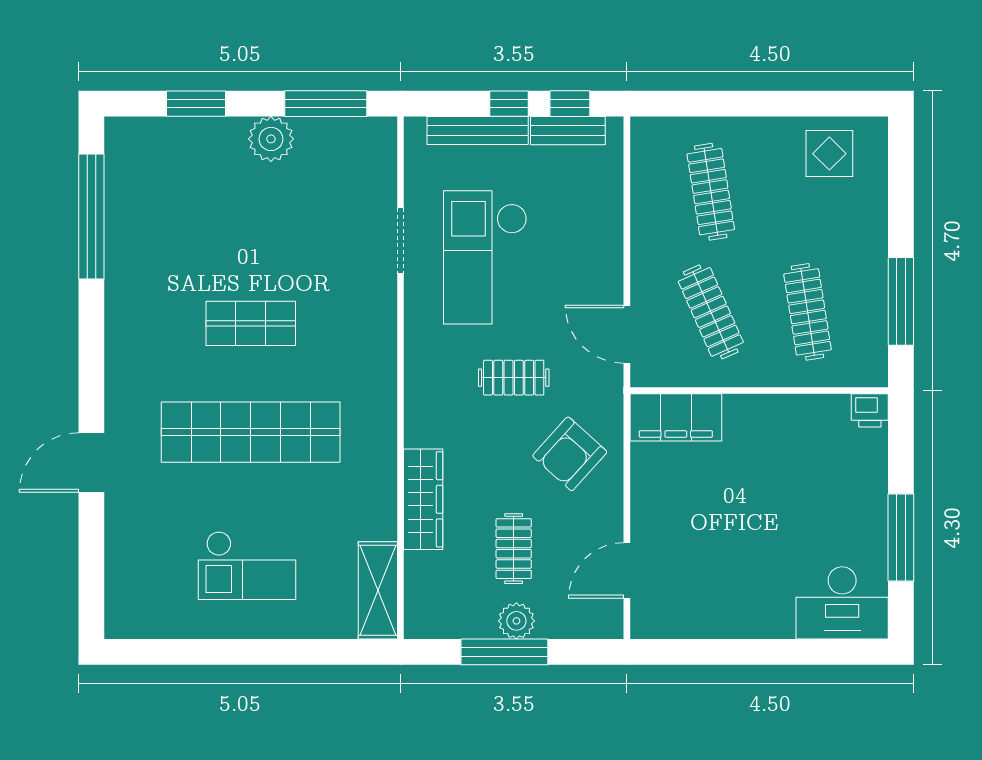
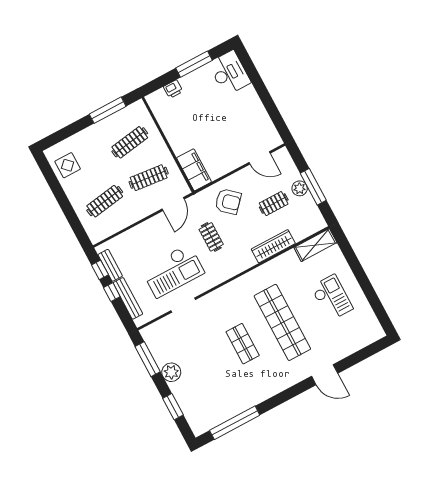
clothes rail: (711, 312) -> (149, 178), turned 30
printer: (870, 410) -> (173, 89), moved, turned 90

